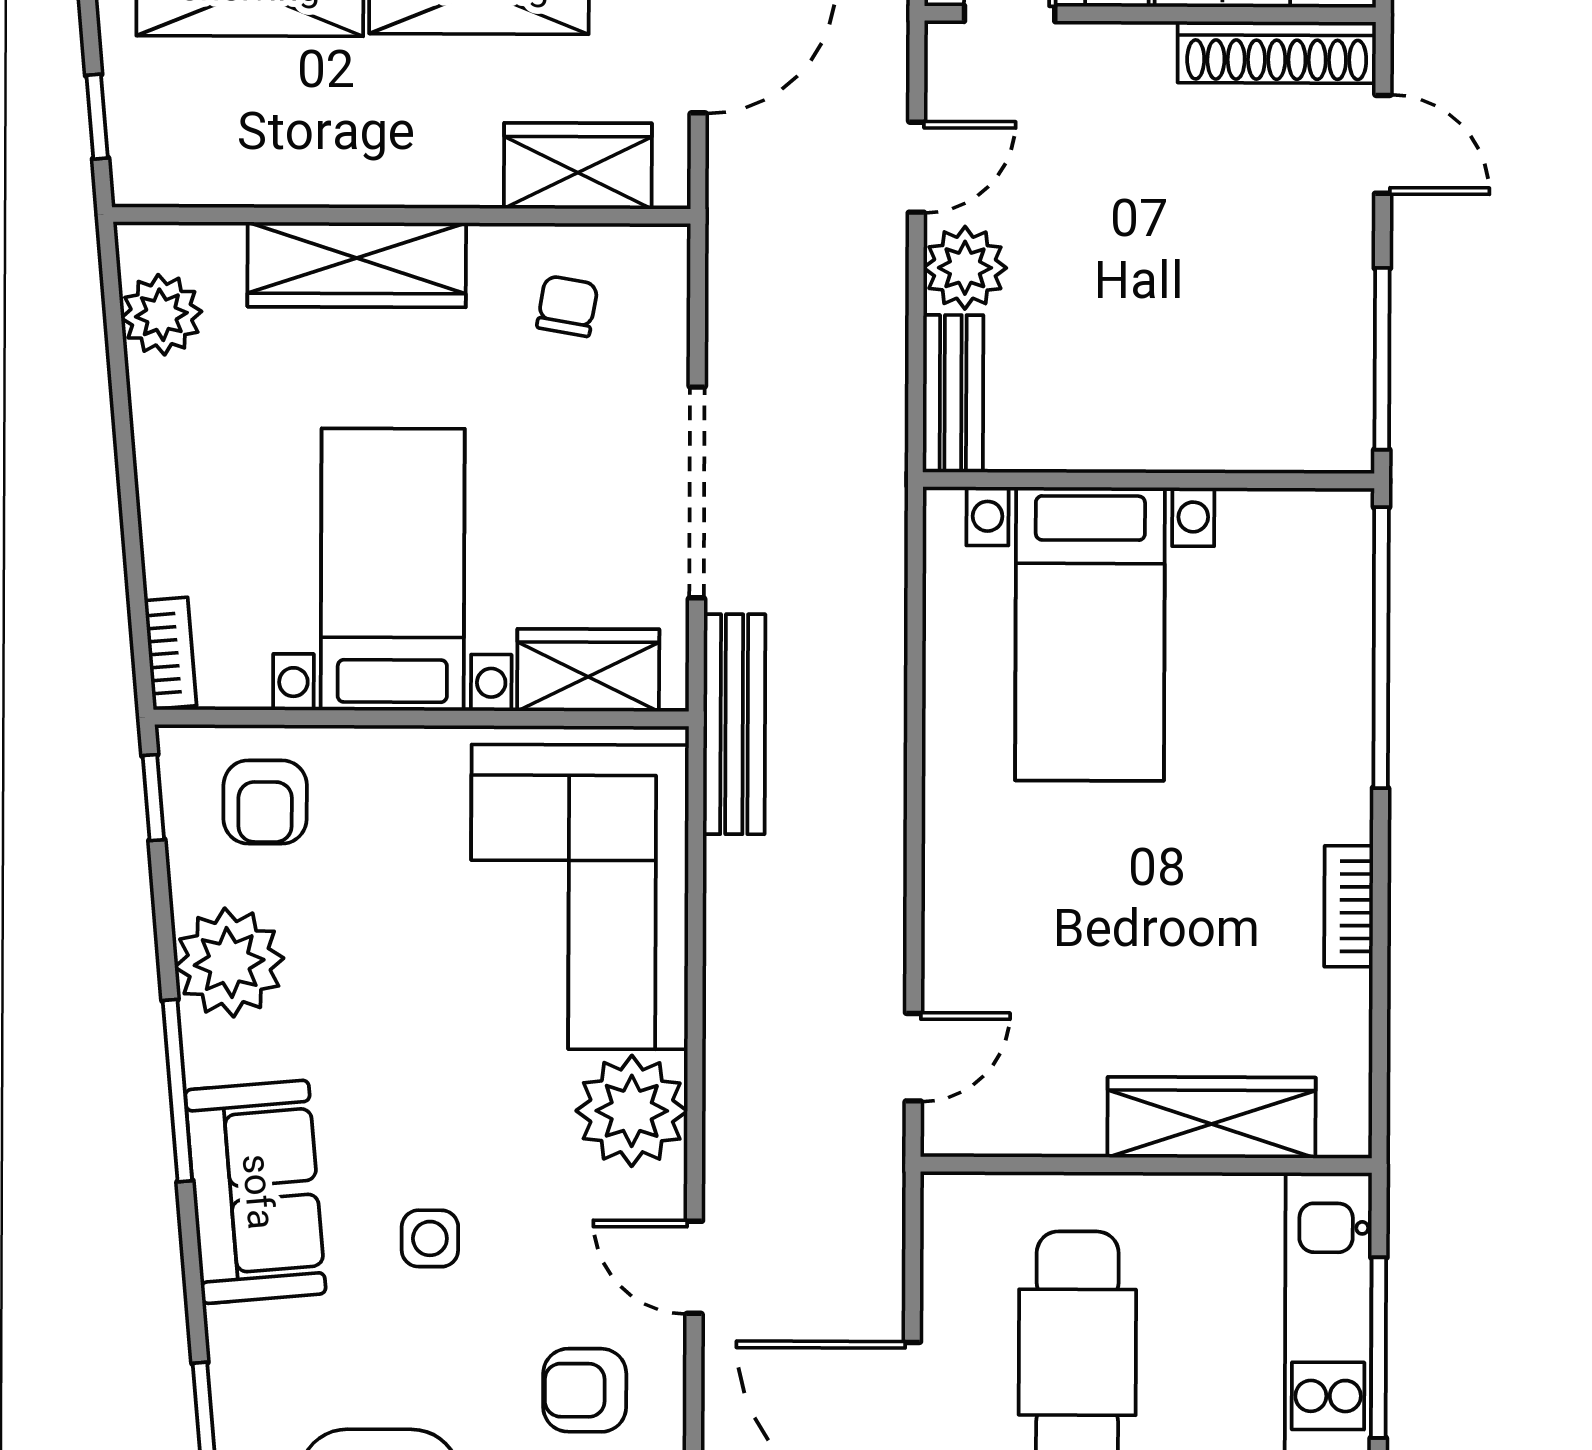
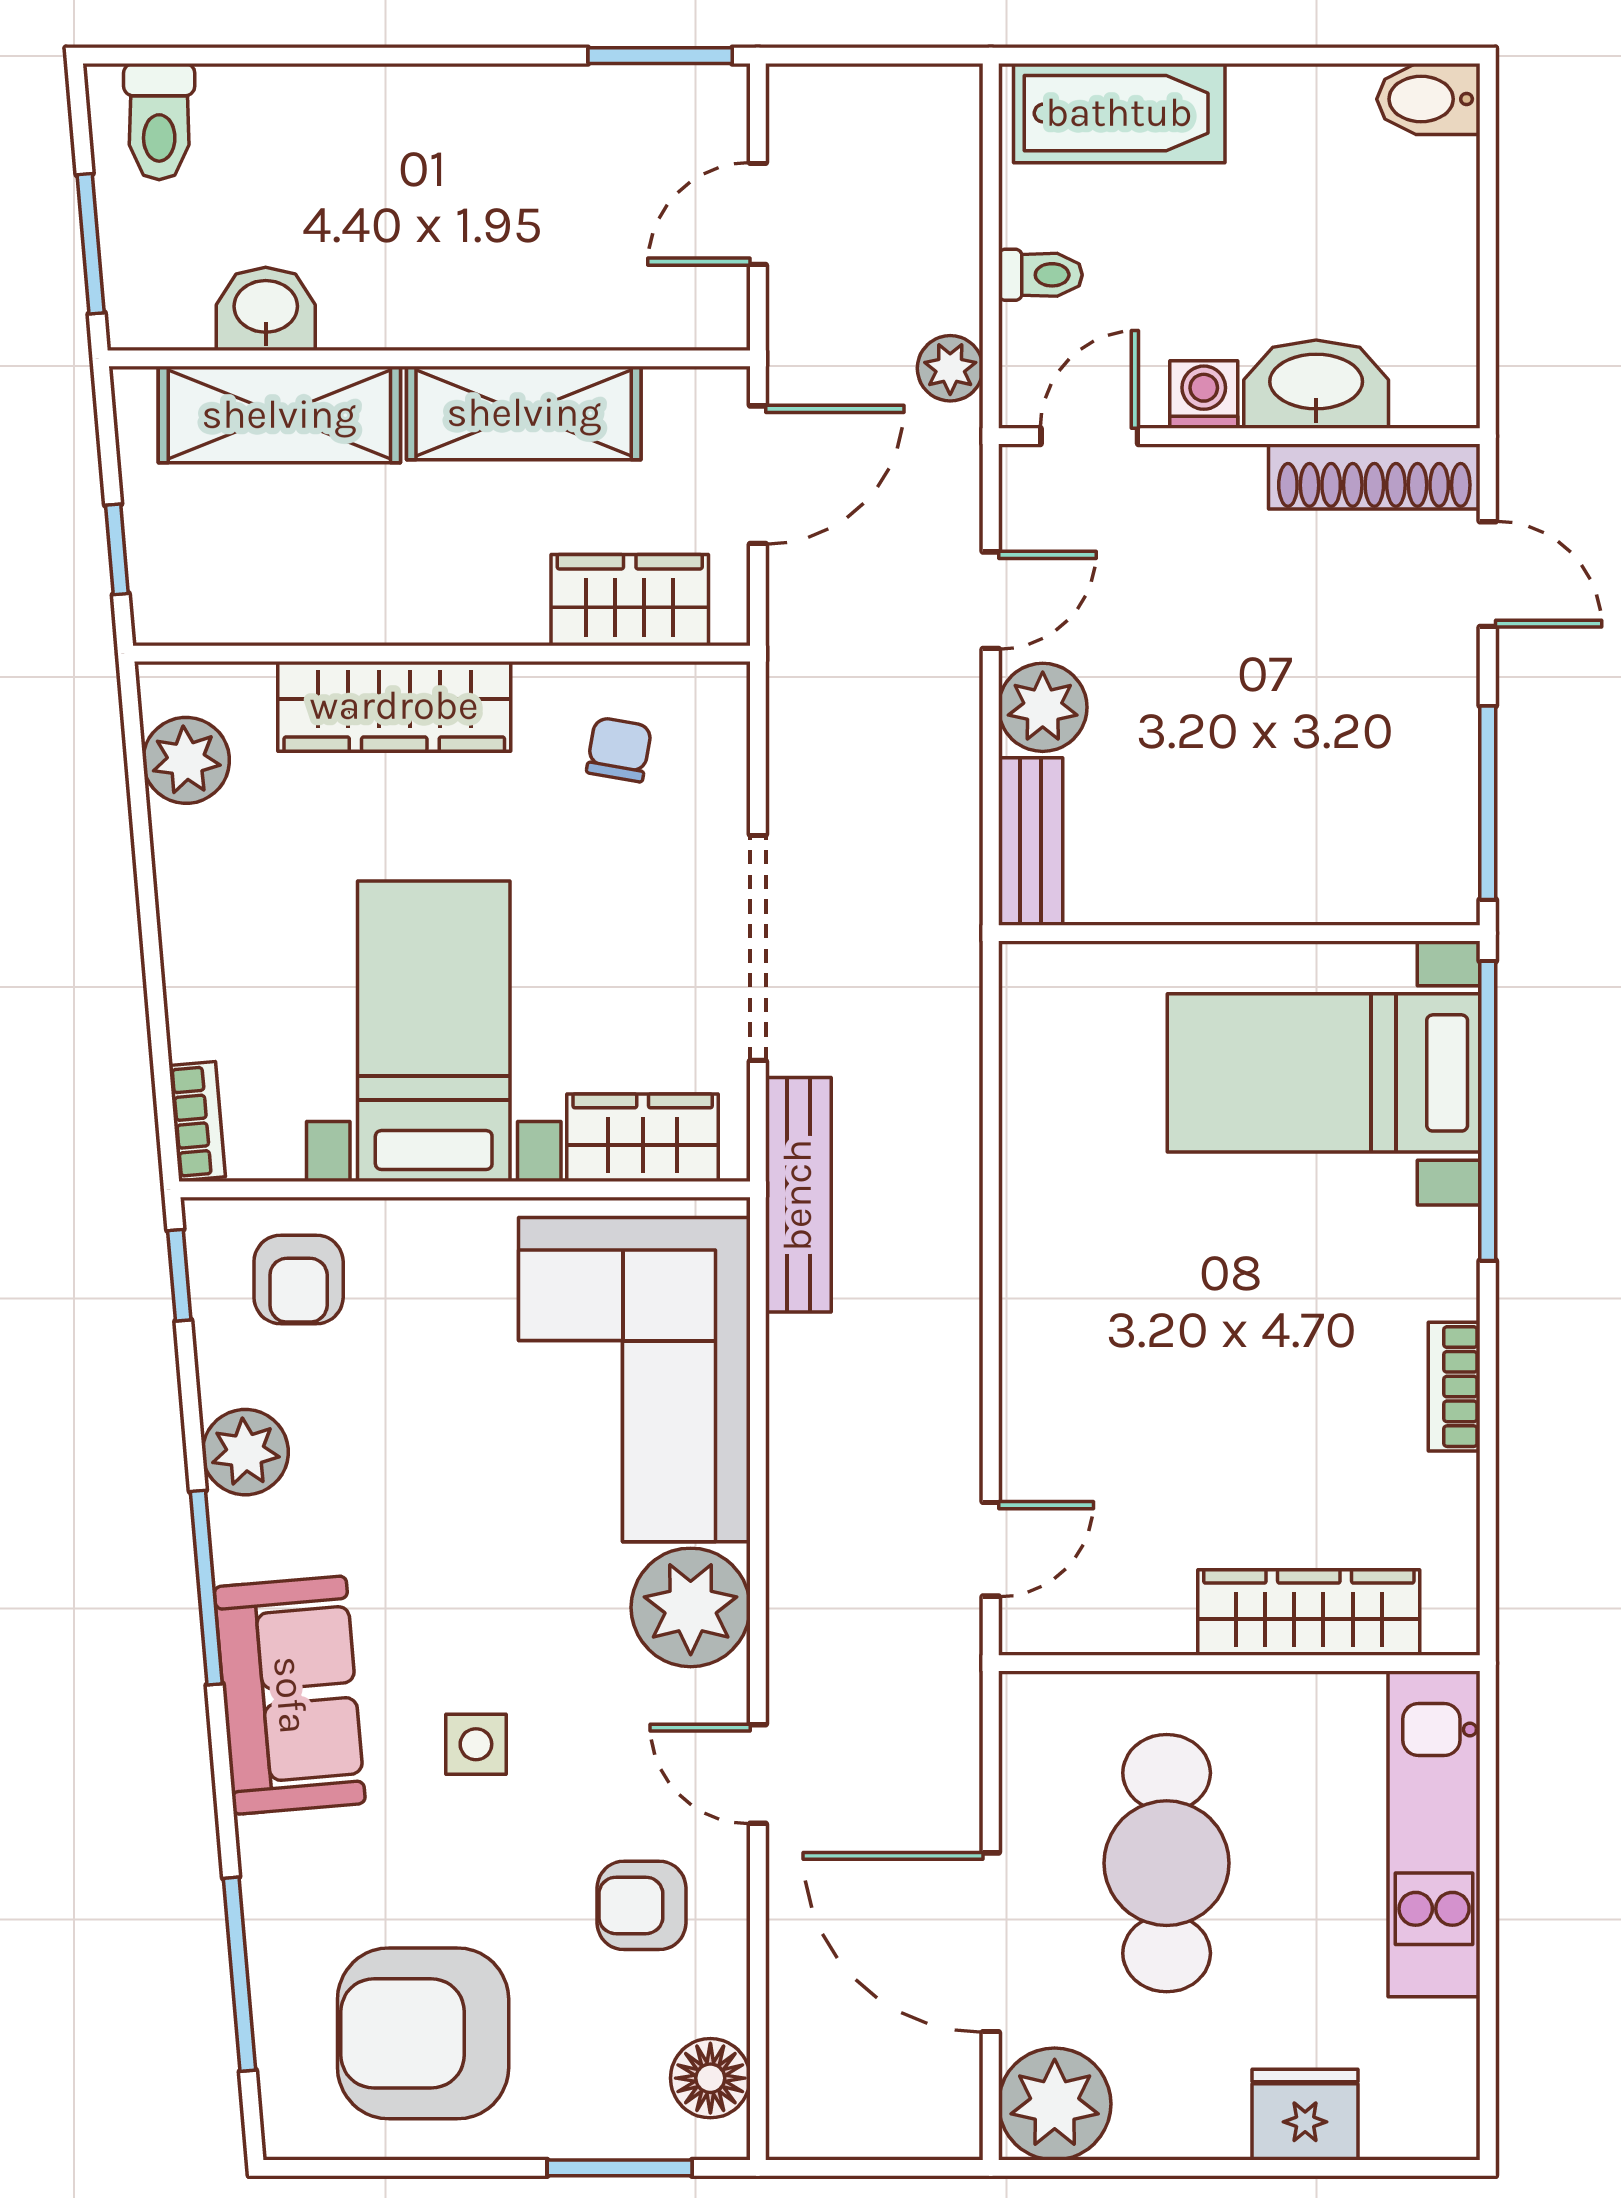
bed with nightstands: (1090, 634) -> (1324, 1073), moved, turned 90
plant: (229, 963) -> (245, 1452), width x0.73, depth x0.73
window: (1379, 1348) -> (1488, 1857), removed

